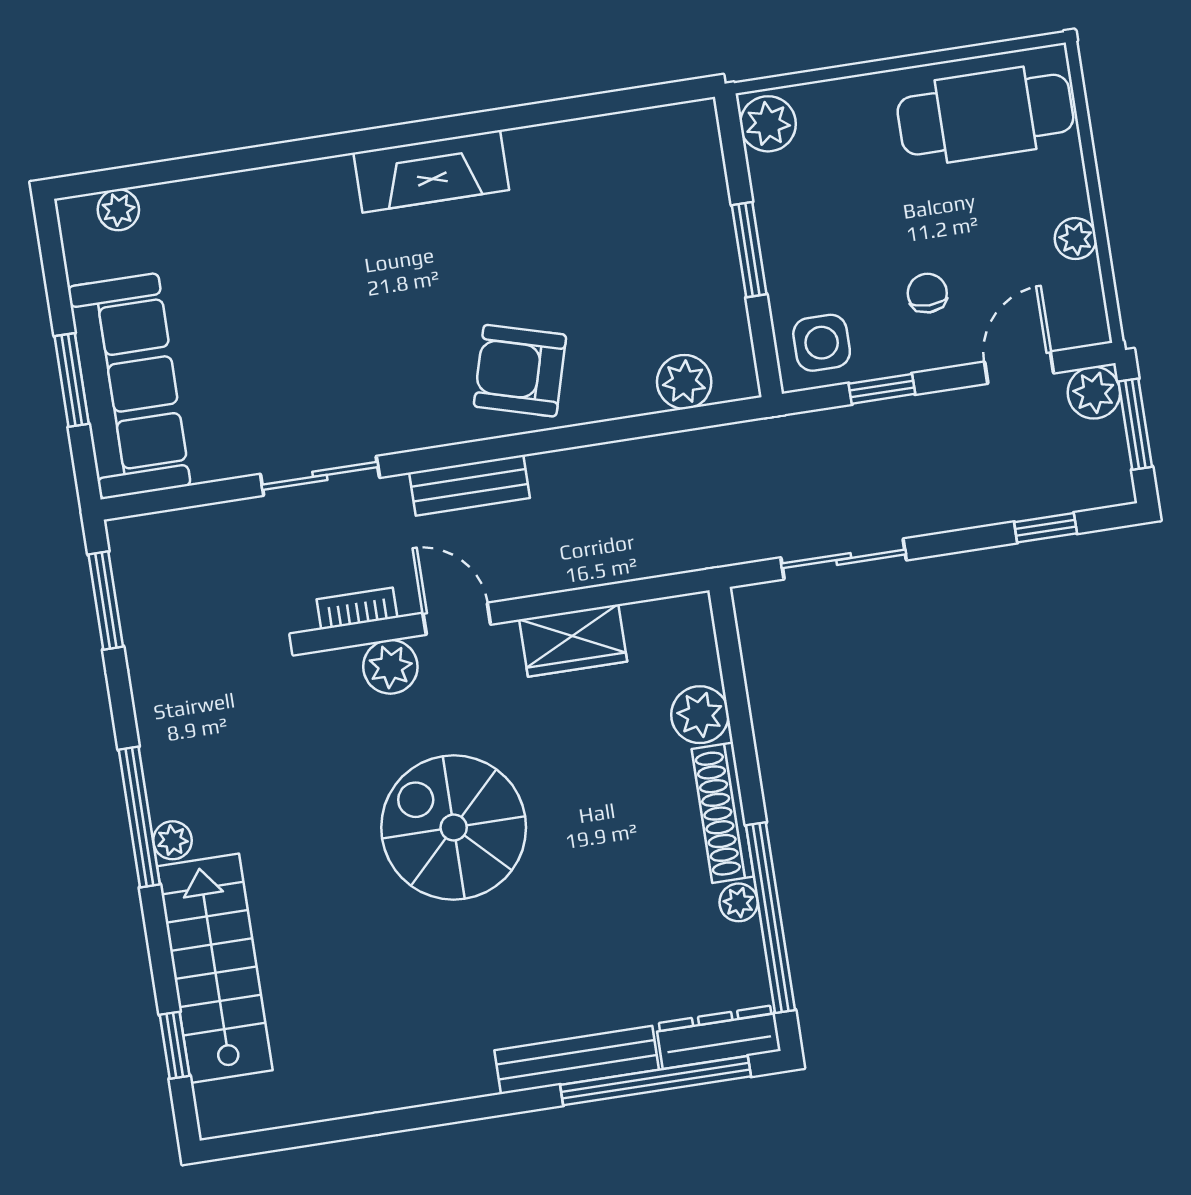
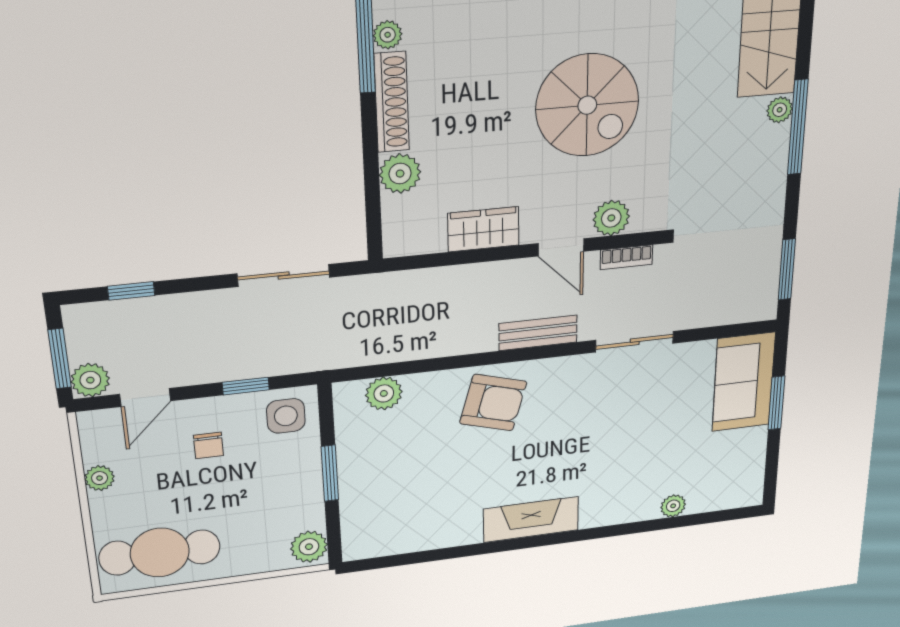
plant: (118, 210) -> (673, 506), moved
sofa: (129, 386) -> (744, 382), width x0.73

